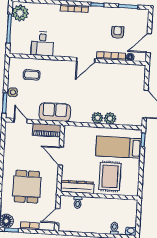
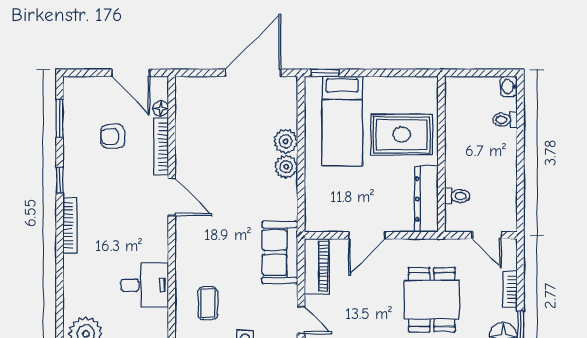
door: (21, 121) -> (301, 320), swing flipped
dining table: (27, 187) -> (432, 300), turned 90

